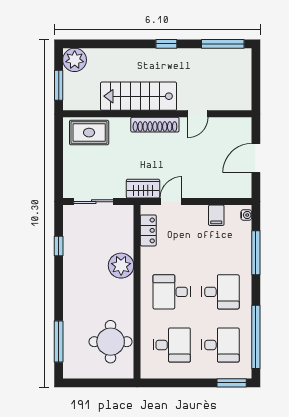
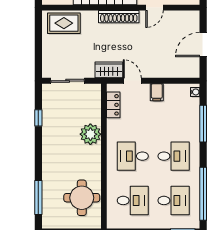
door: (171, 202) -> (132, 81), hinge flipped
filing cabinet: (216, 215) -> (157, 92), moved

